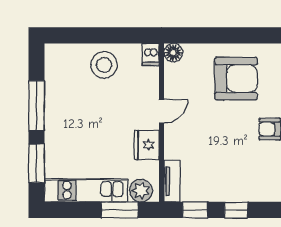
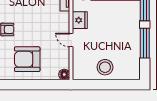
dishwasher: (151, 55) -> (78, 73), removed
door: (162, 111) -> (71, 40), hinge flipped

